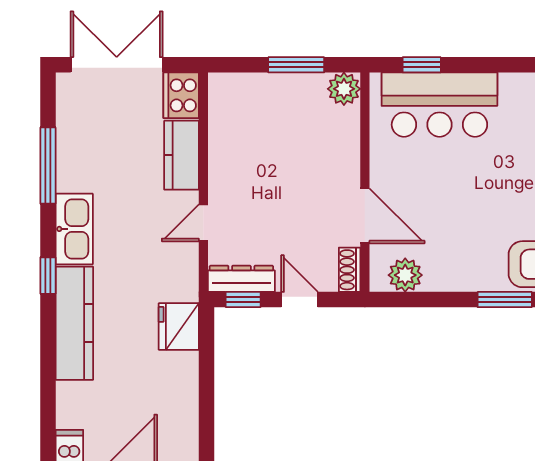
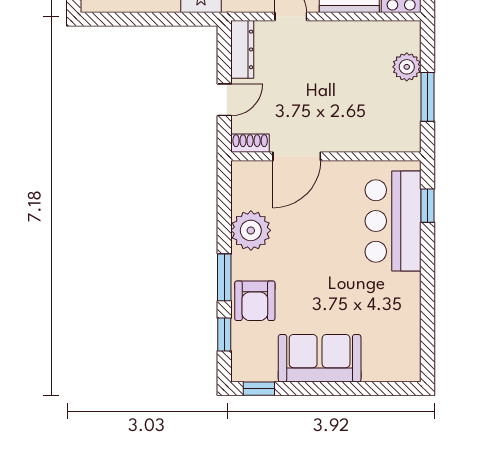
plant: (344, 89) -> (407, 67), moved
plant: (405, 275) -> (251, 230), moved, width x1.36, depth x1.36
window: (243, 300) -> (224, 51), removed

